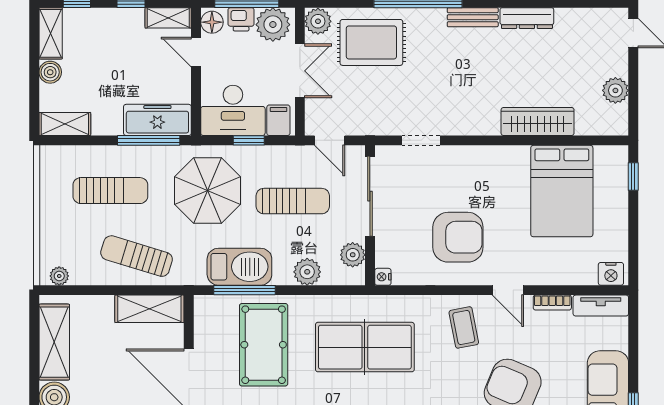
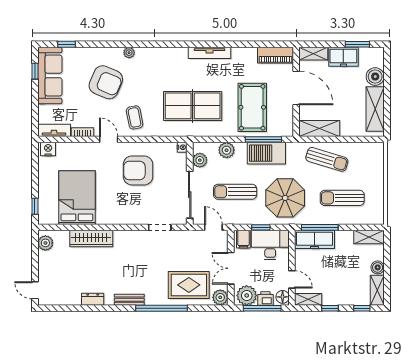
dresser: (527, 18) -> (93, 299), width x0.70
plant: (615, 90) -> (45, 243), moved
plant: (59, 276) -> (372, 148), removed

